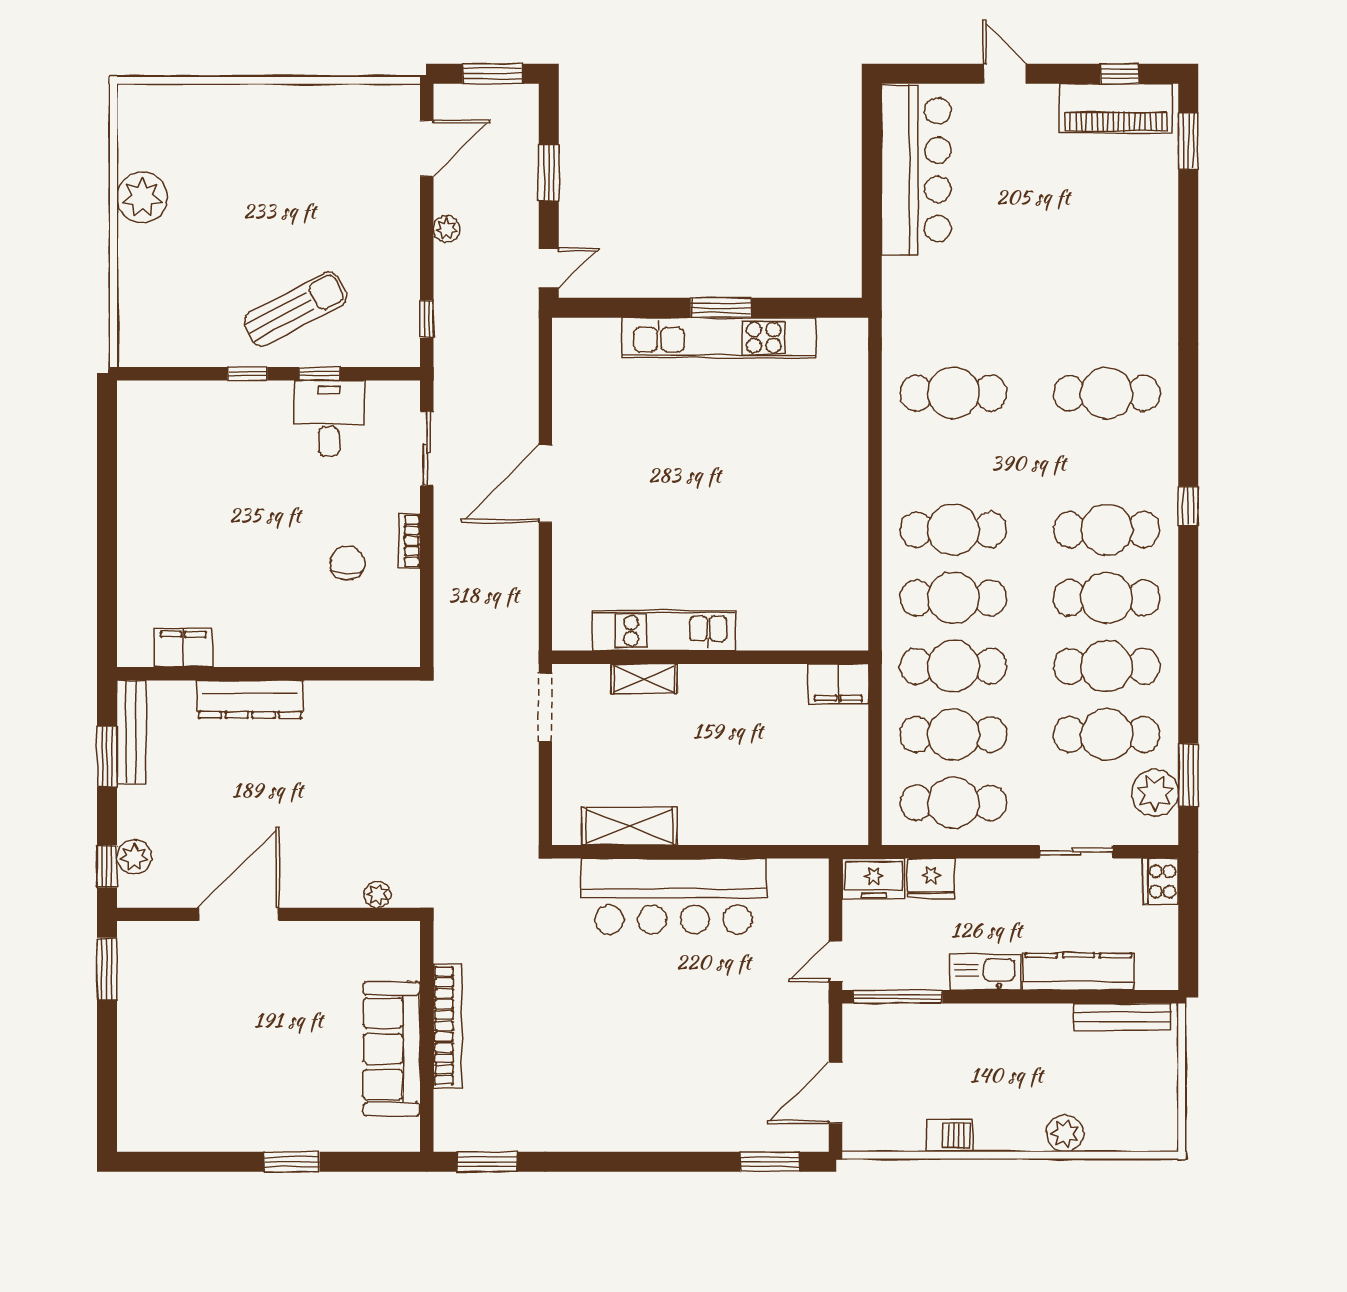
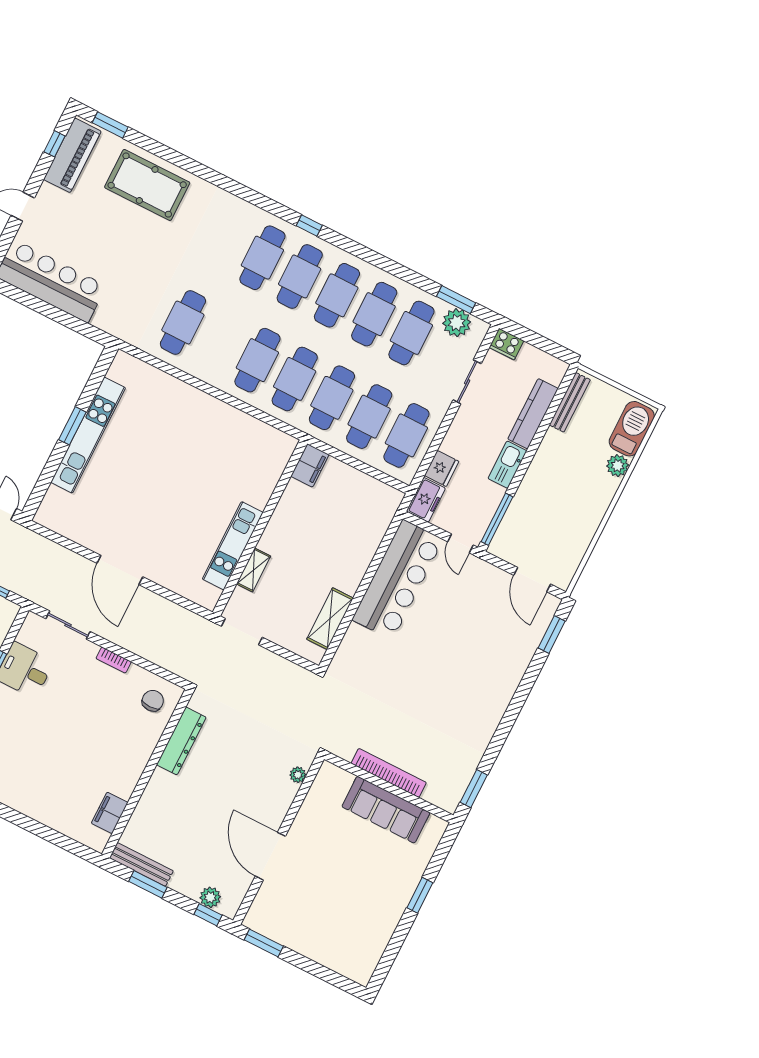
pool table: (1128, 239) -> (147, 185), added
cafe table: (1107, 393) -> (262, 258), moved
chair: (347, 563) -> (153, 701), moved, turned 90
dresser: (250, 699) -> (181, 741), moved
bar counter: (673, 896) -> (398, 580), moved
barbecue: (950, 1135) -> (632, 429), moved, width x1.88, depth x1.53

